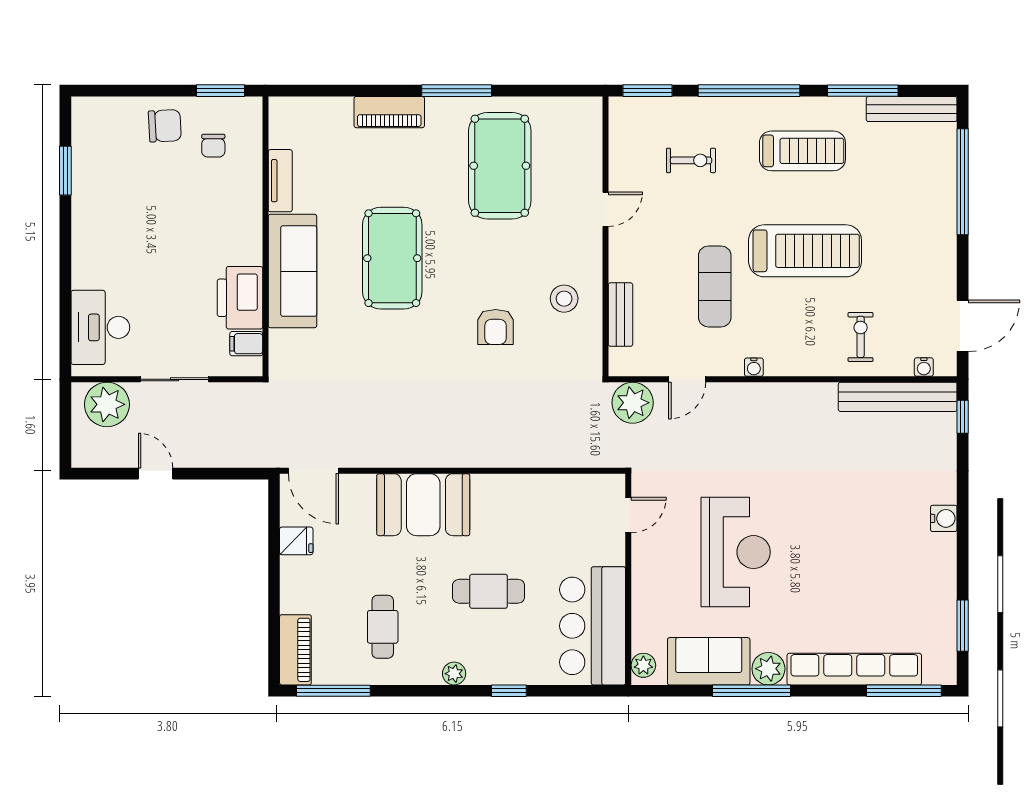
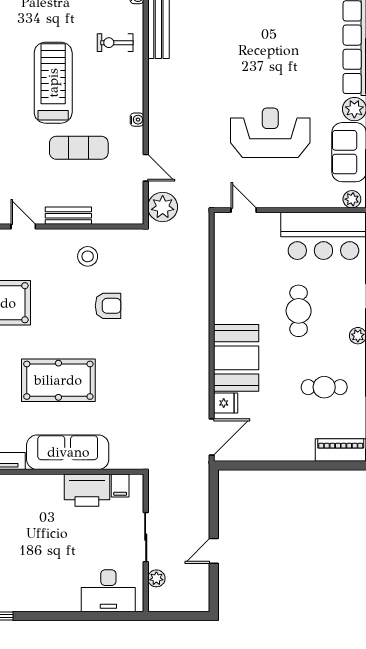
bench: (621, 315) -> (68, 216), moved
plant: (107, 404) -> (156, 578), width x0.53, depth x0.53
fridge: (296, 541) -> (226, 403), moved, turned 90

